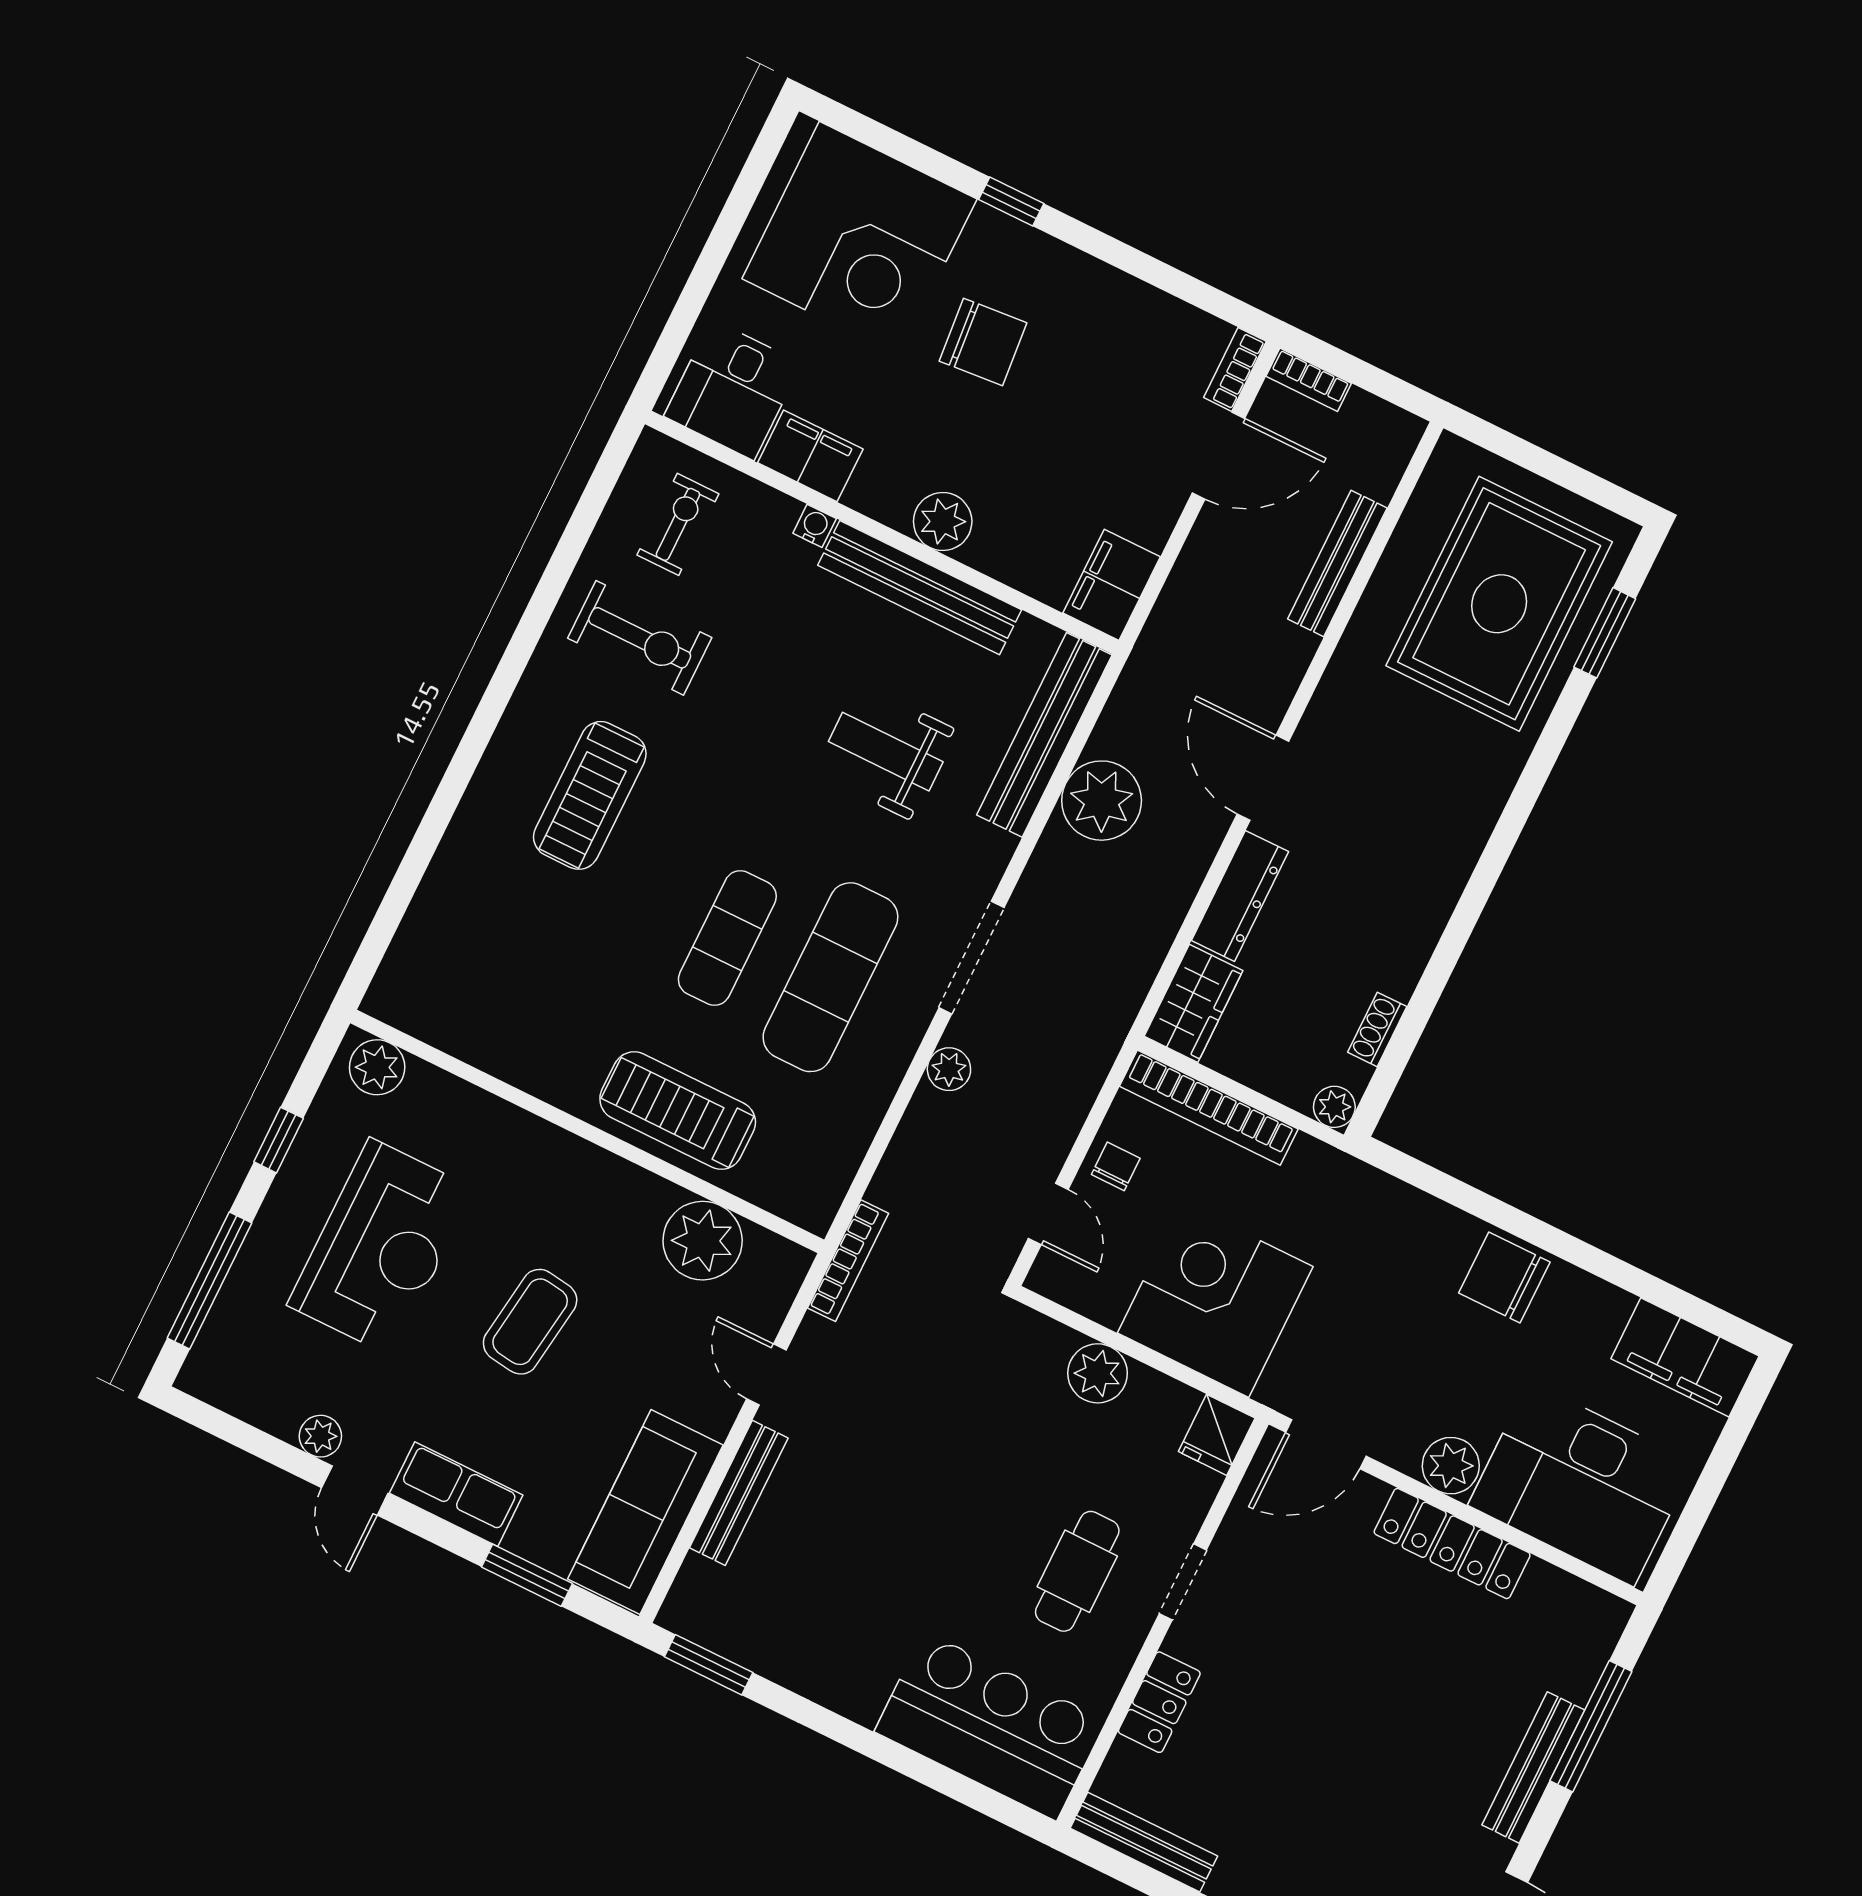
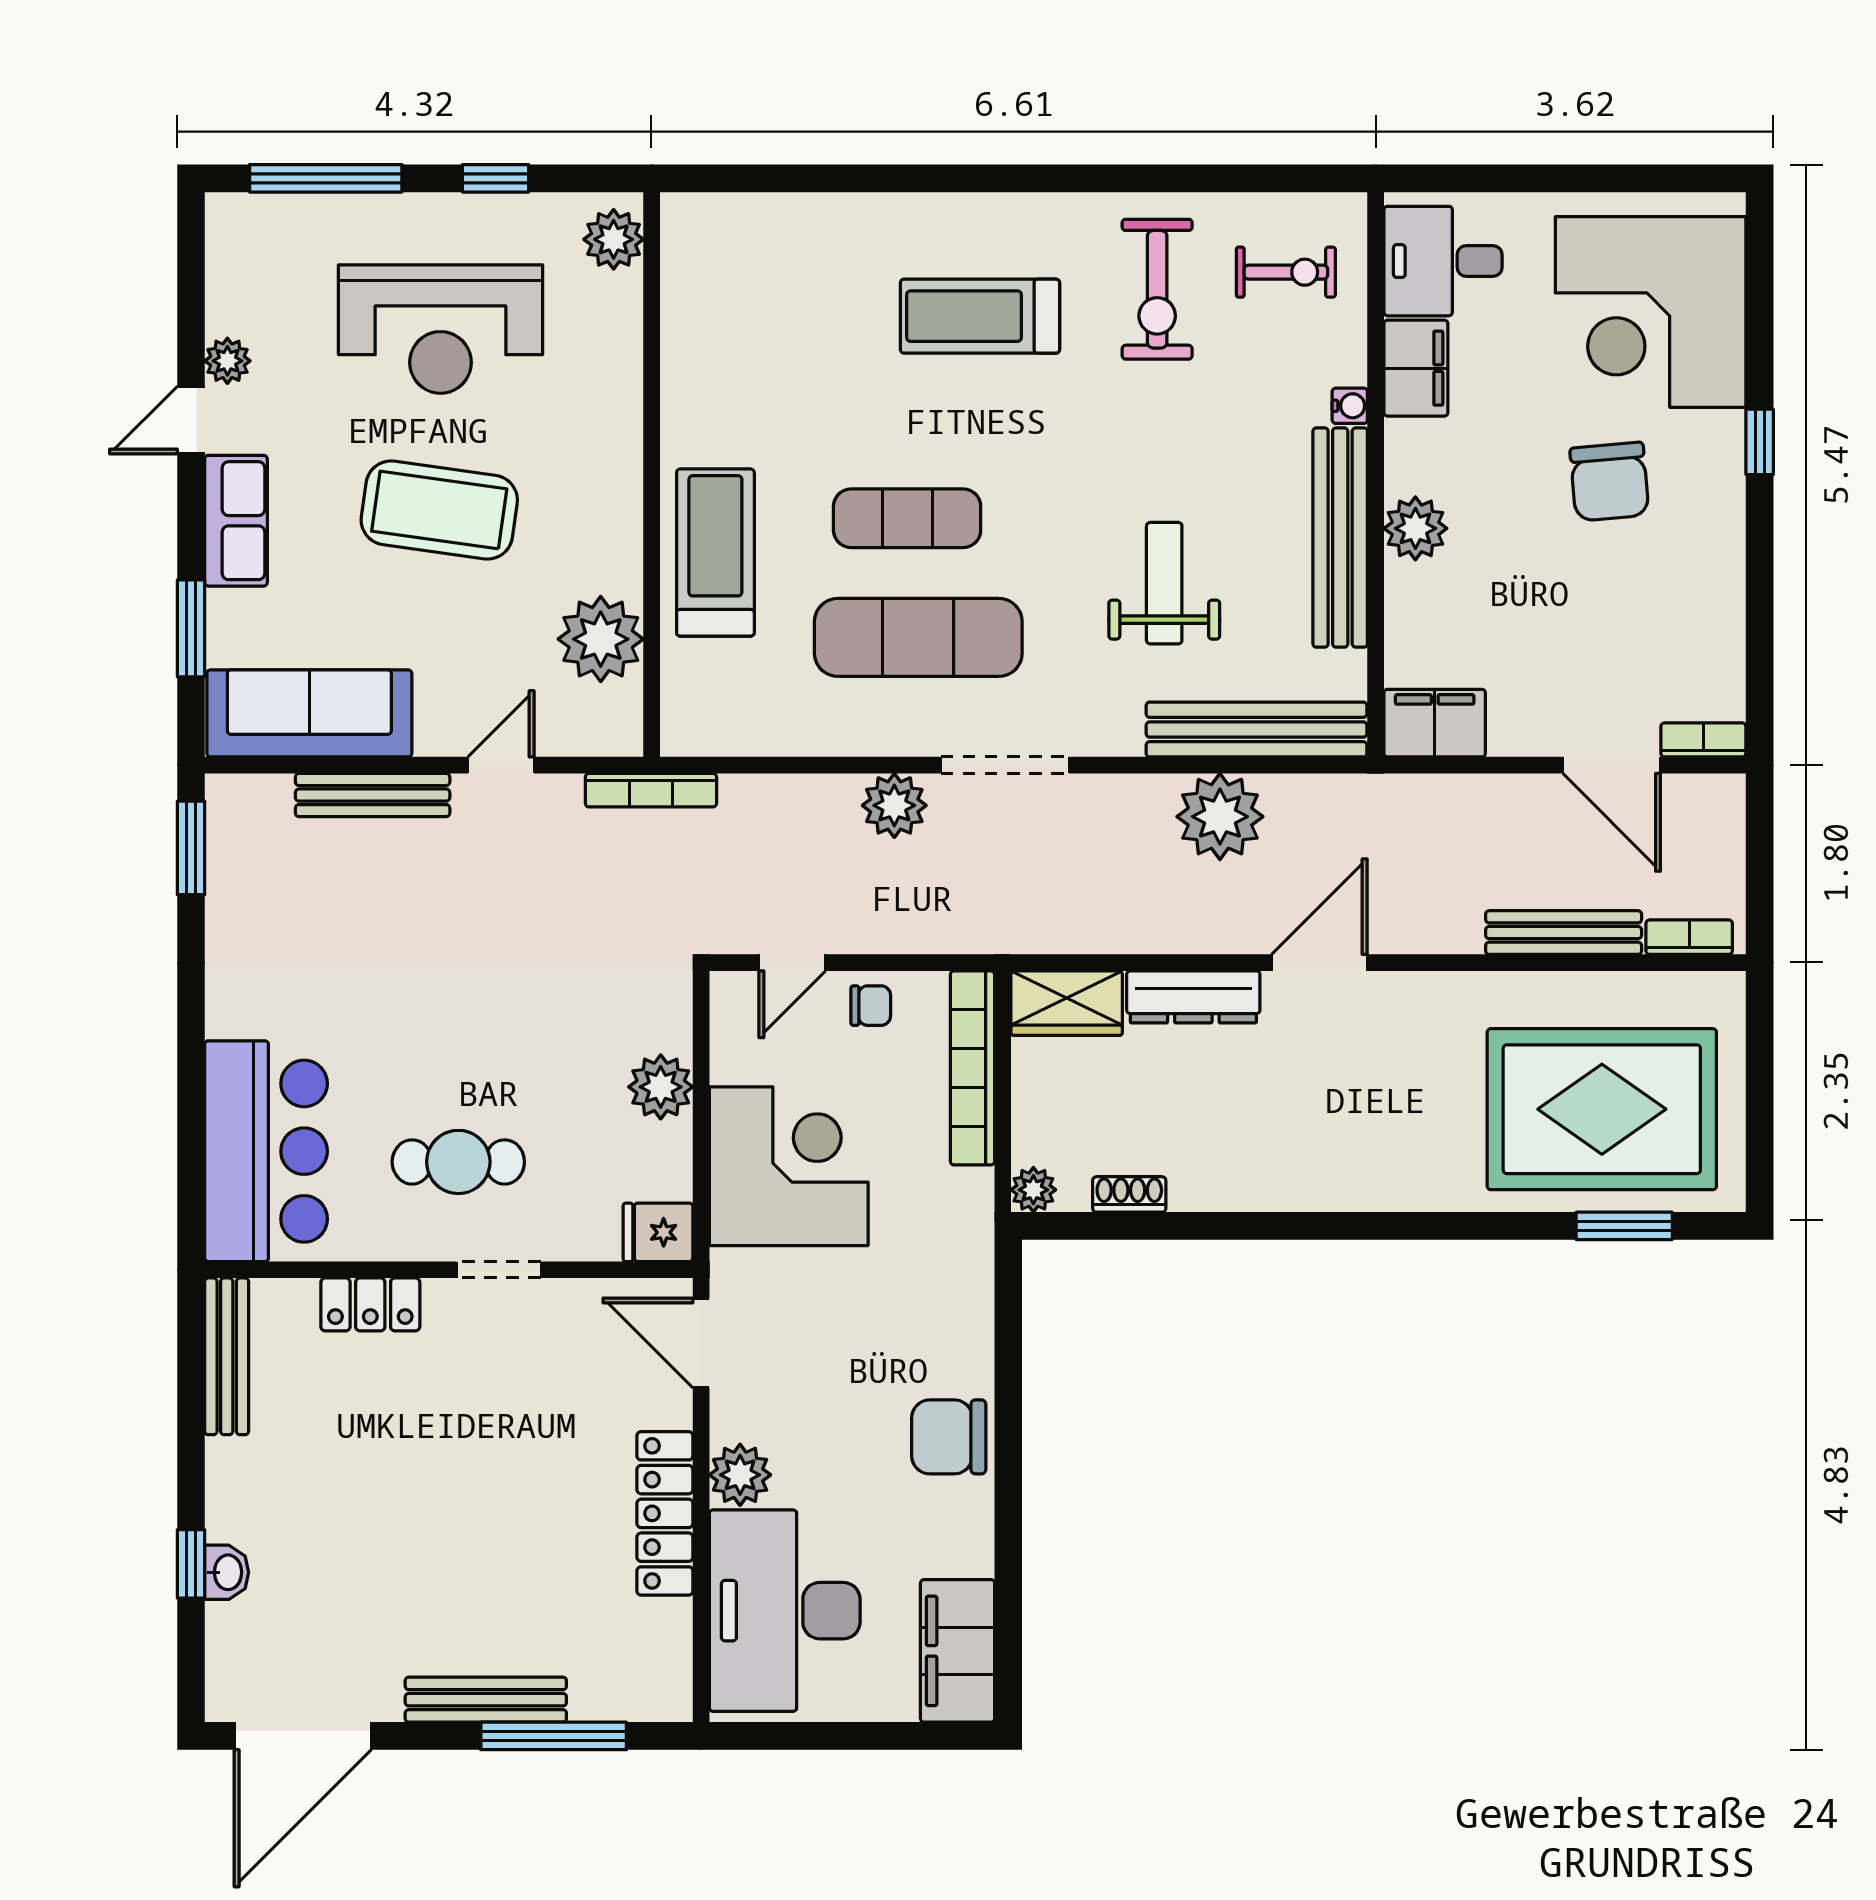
bookcase: (1309, 380) -> (1689, 937), moved, turned 90
plant: (949, 1069) -> (894, 805), width x1.38, depth x1.38
chair: (1504, 1278) -> (949, 1437), turned -90
coffee table: (530, 1322) -> (439, 510), width x1.36, depth x1.32

